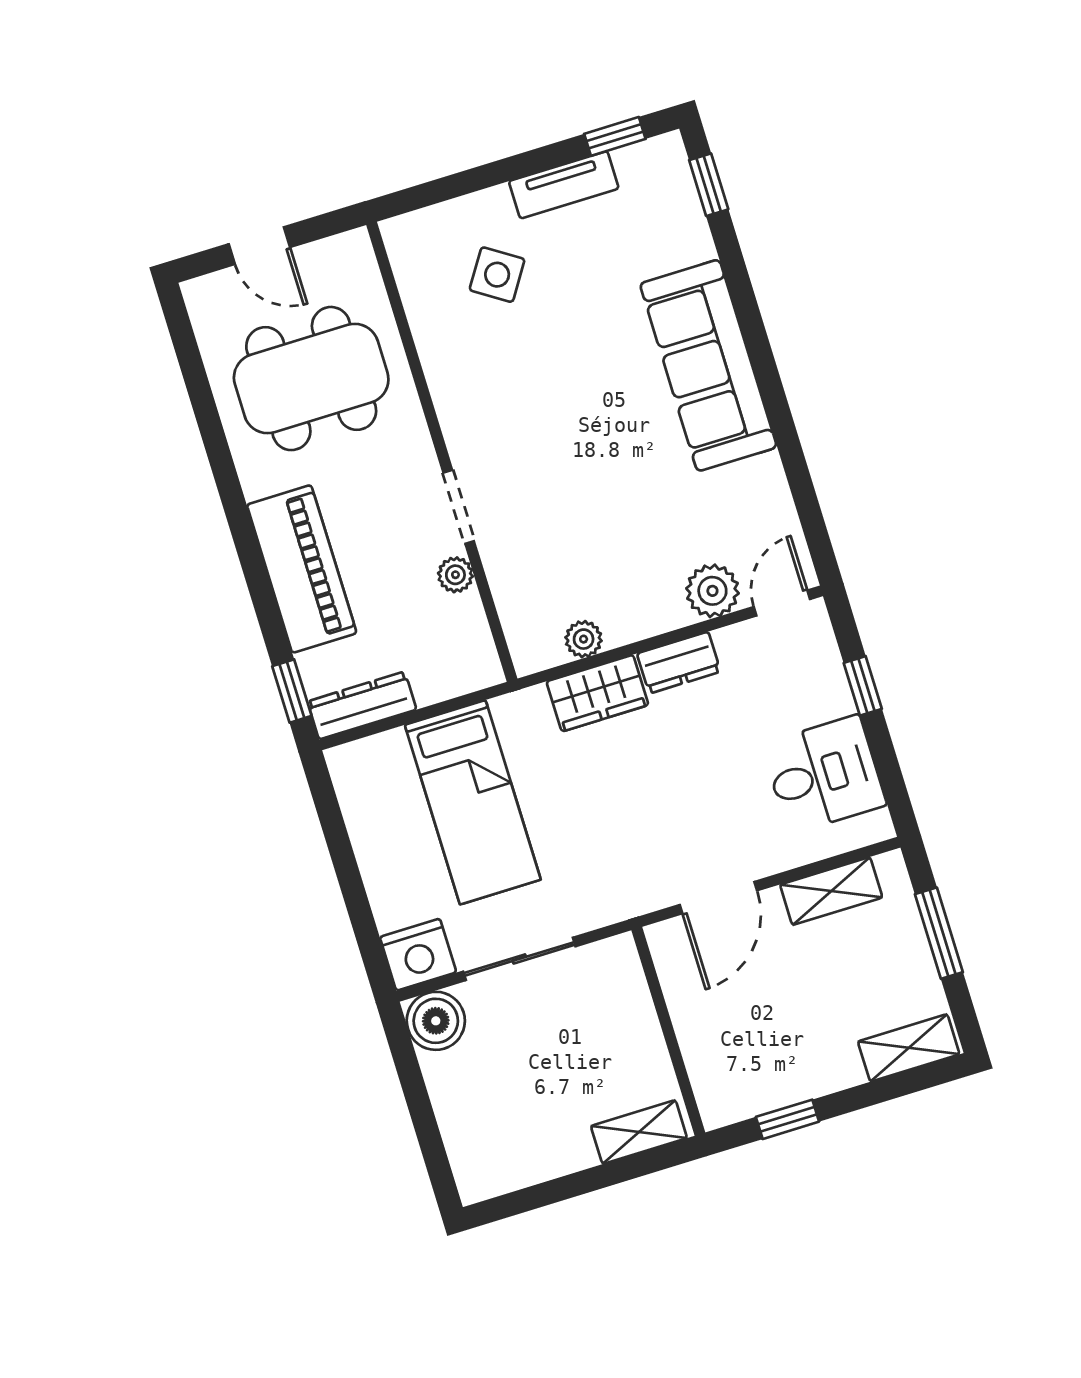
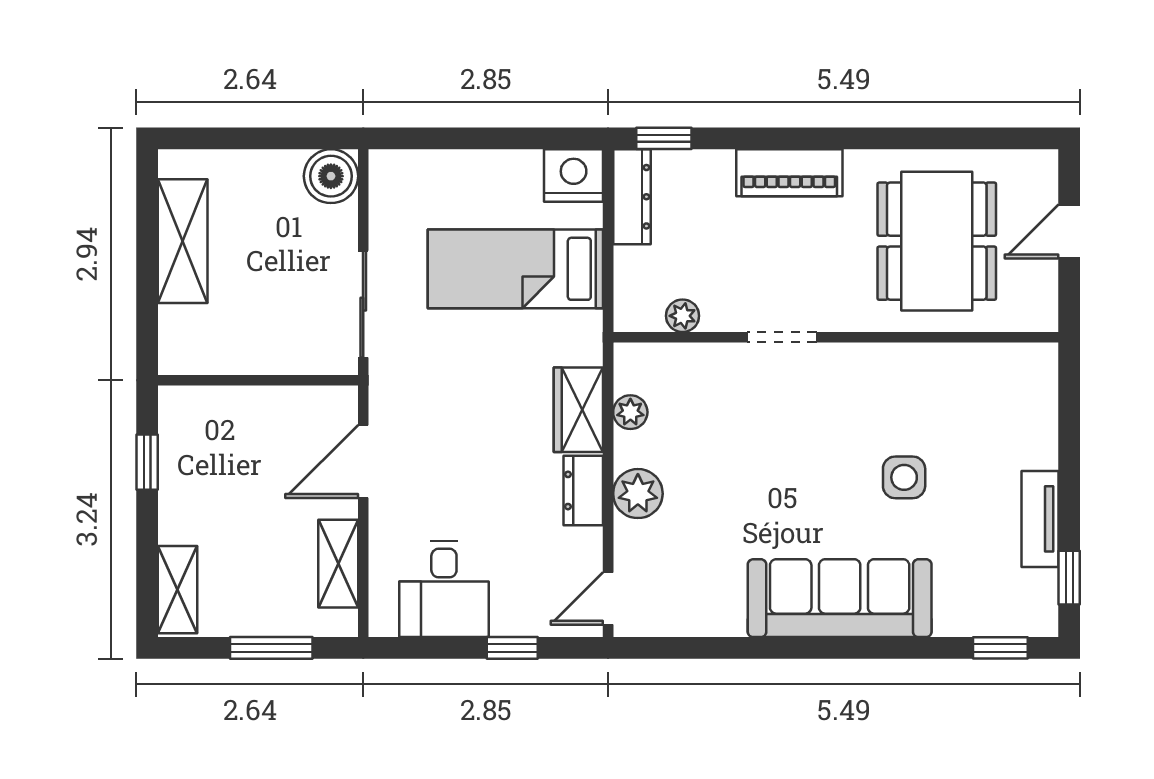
side table: (497, 275) -> (904, 477), moved, turned -33
piano: (302, 569) -> (789, 173), width x0.73, depth x0.75
plant: (455, 575) -> (683, 316), moved
plant: (712, 591) -> (638, 494), moved
door: (782, 603) -> (608, 599), swing flipped
door: (718, 898) -> (363, 461), hinge flipped
nightstand: (418, 955) -> (574, 175), moved, turned 90
sliding door: (519, 959) -> (363, 304), moved
shelving: (639, 1132) -> (183, 241), moved, width x1.50, depth x1.33

